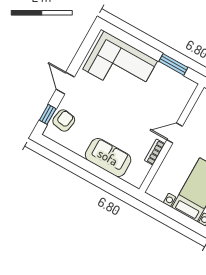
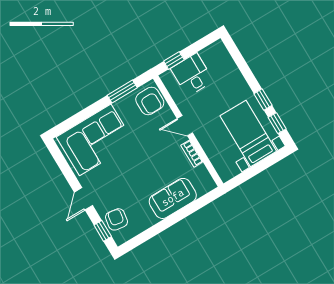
door: (65, 83) -> (83, 199), hinge flipped
armchair: (179, 92) -> (150, 101), added
door: (175, 133) -> (185, 126), hinge flipped

